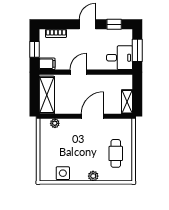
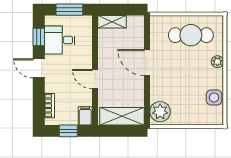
desk: (120, 58) -> (60, 40), moved, turned -90
shelving: (127, 102) -> (112, 22), moved
plant: (55, 123) -> (160, 112), width x1.88, depth x1.88
cafe table: (116, 153) -> (191, 35), width x1.37, depth x1.35

